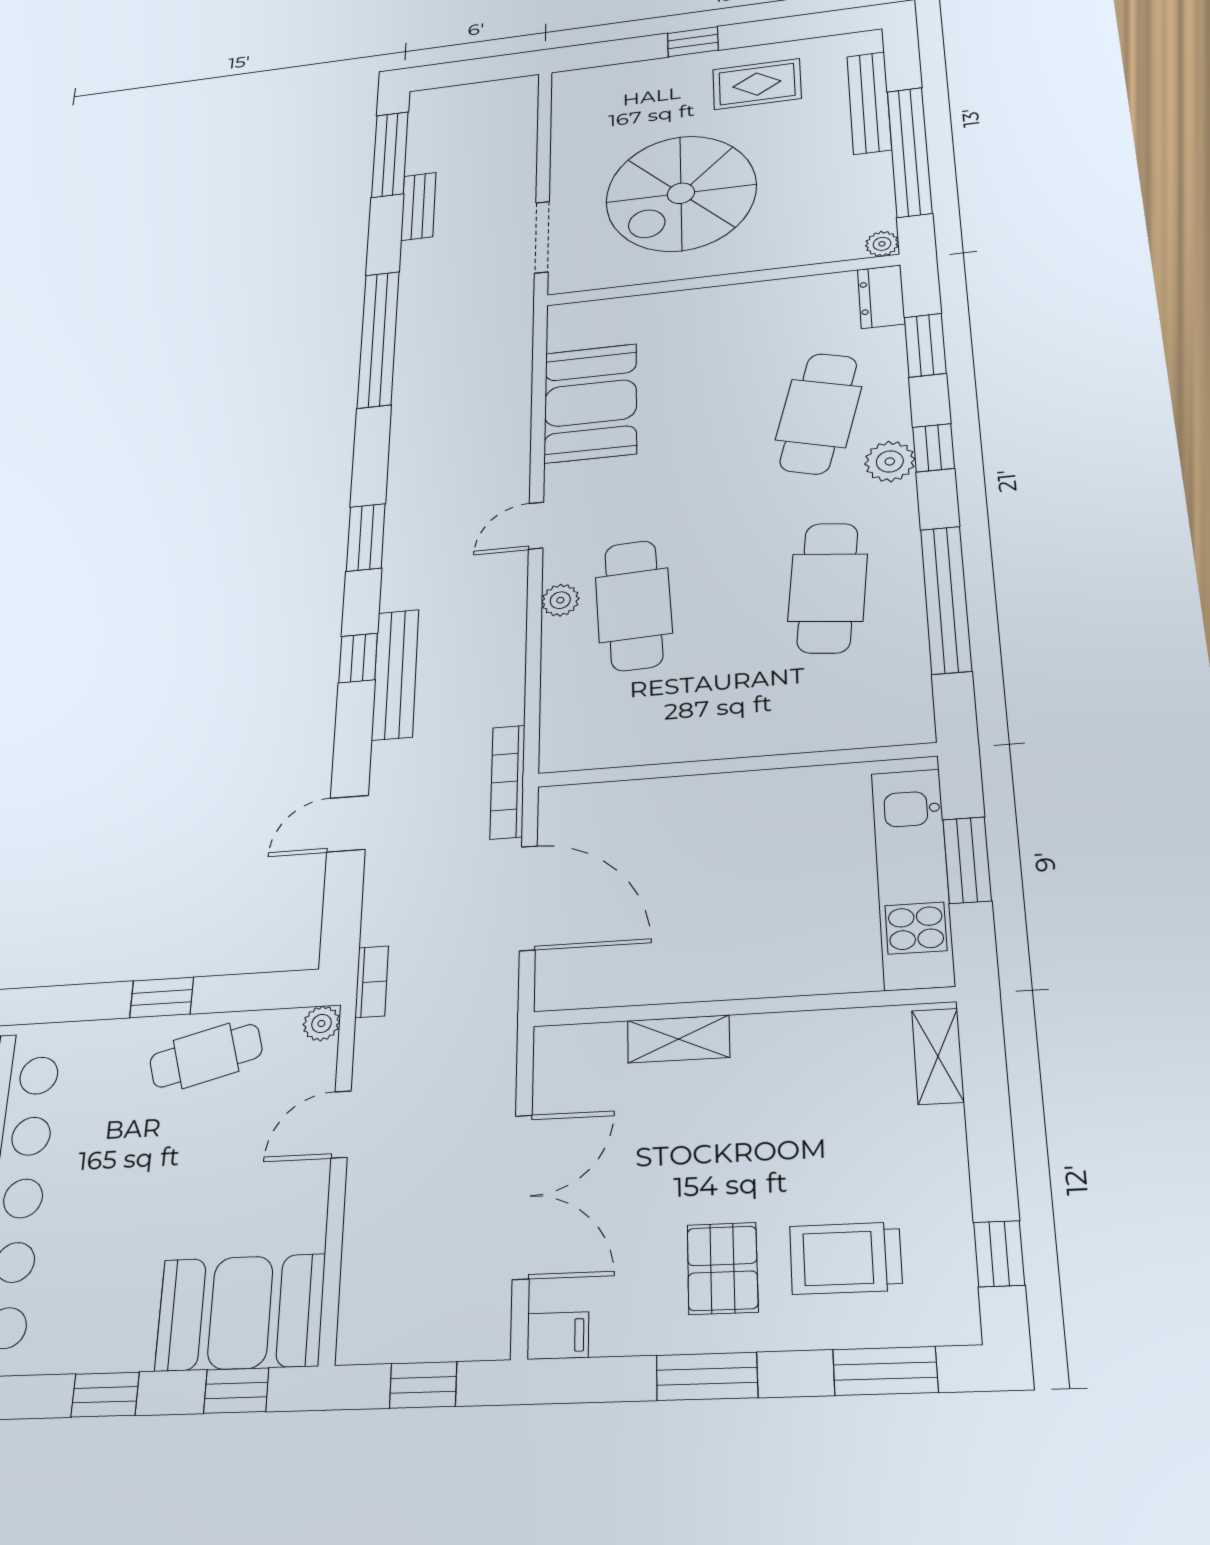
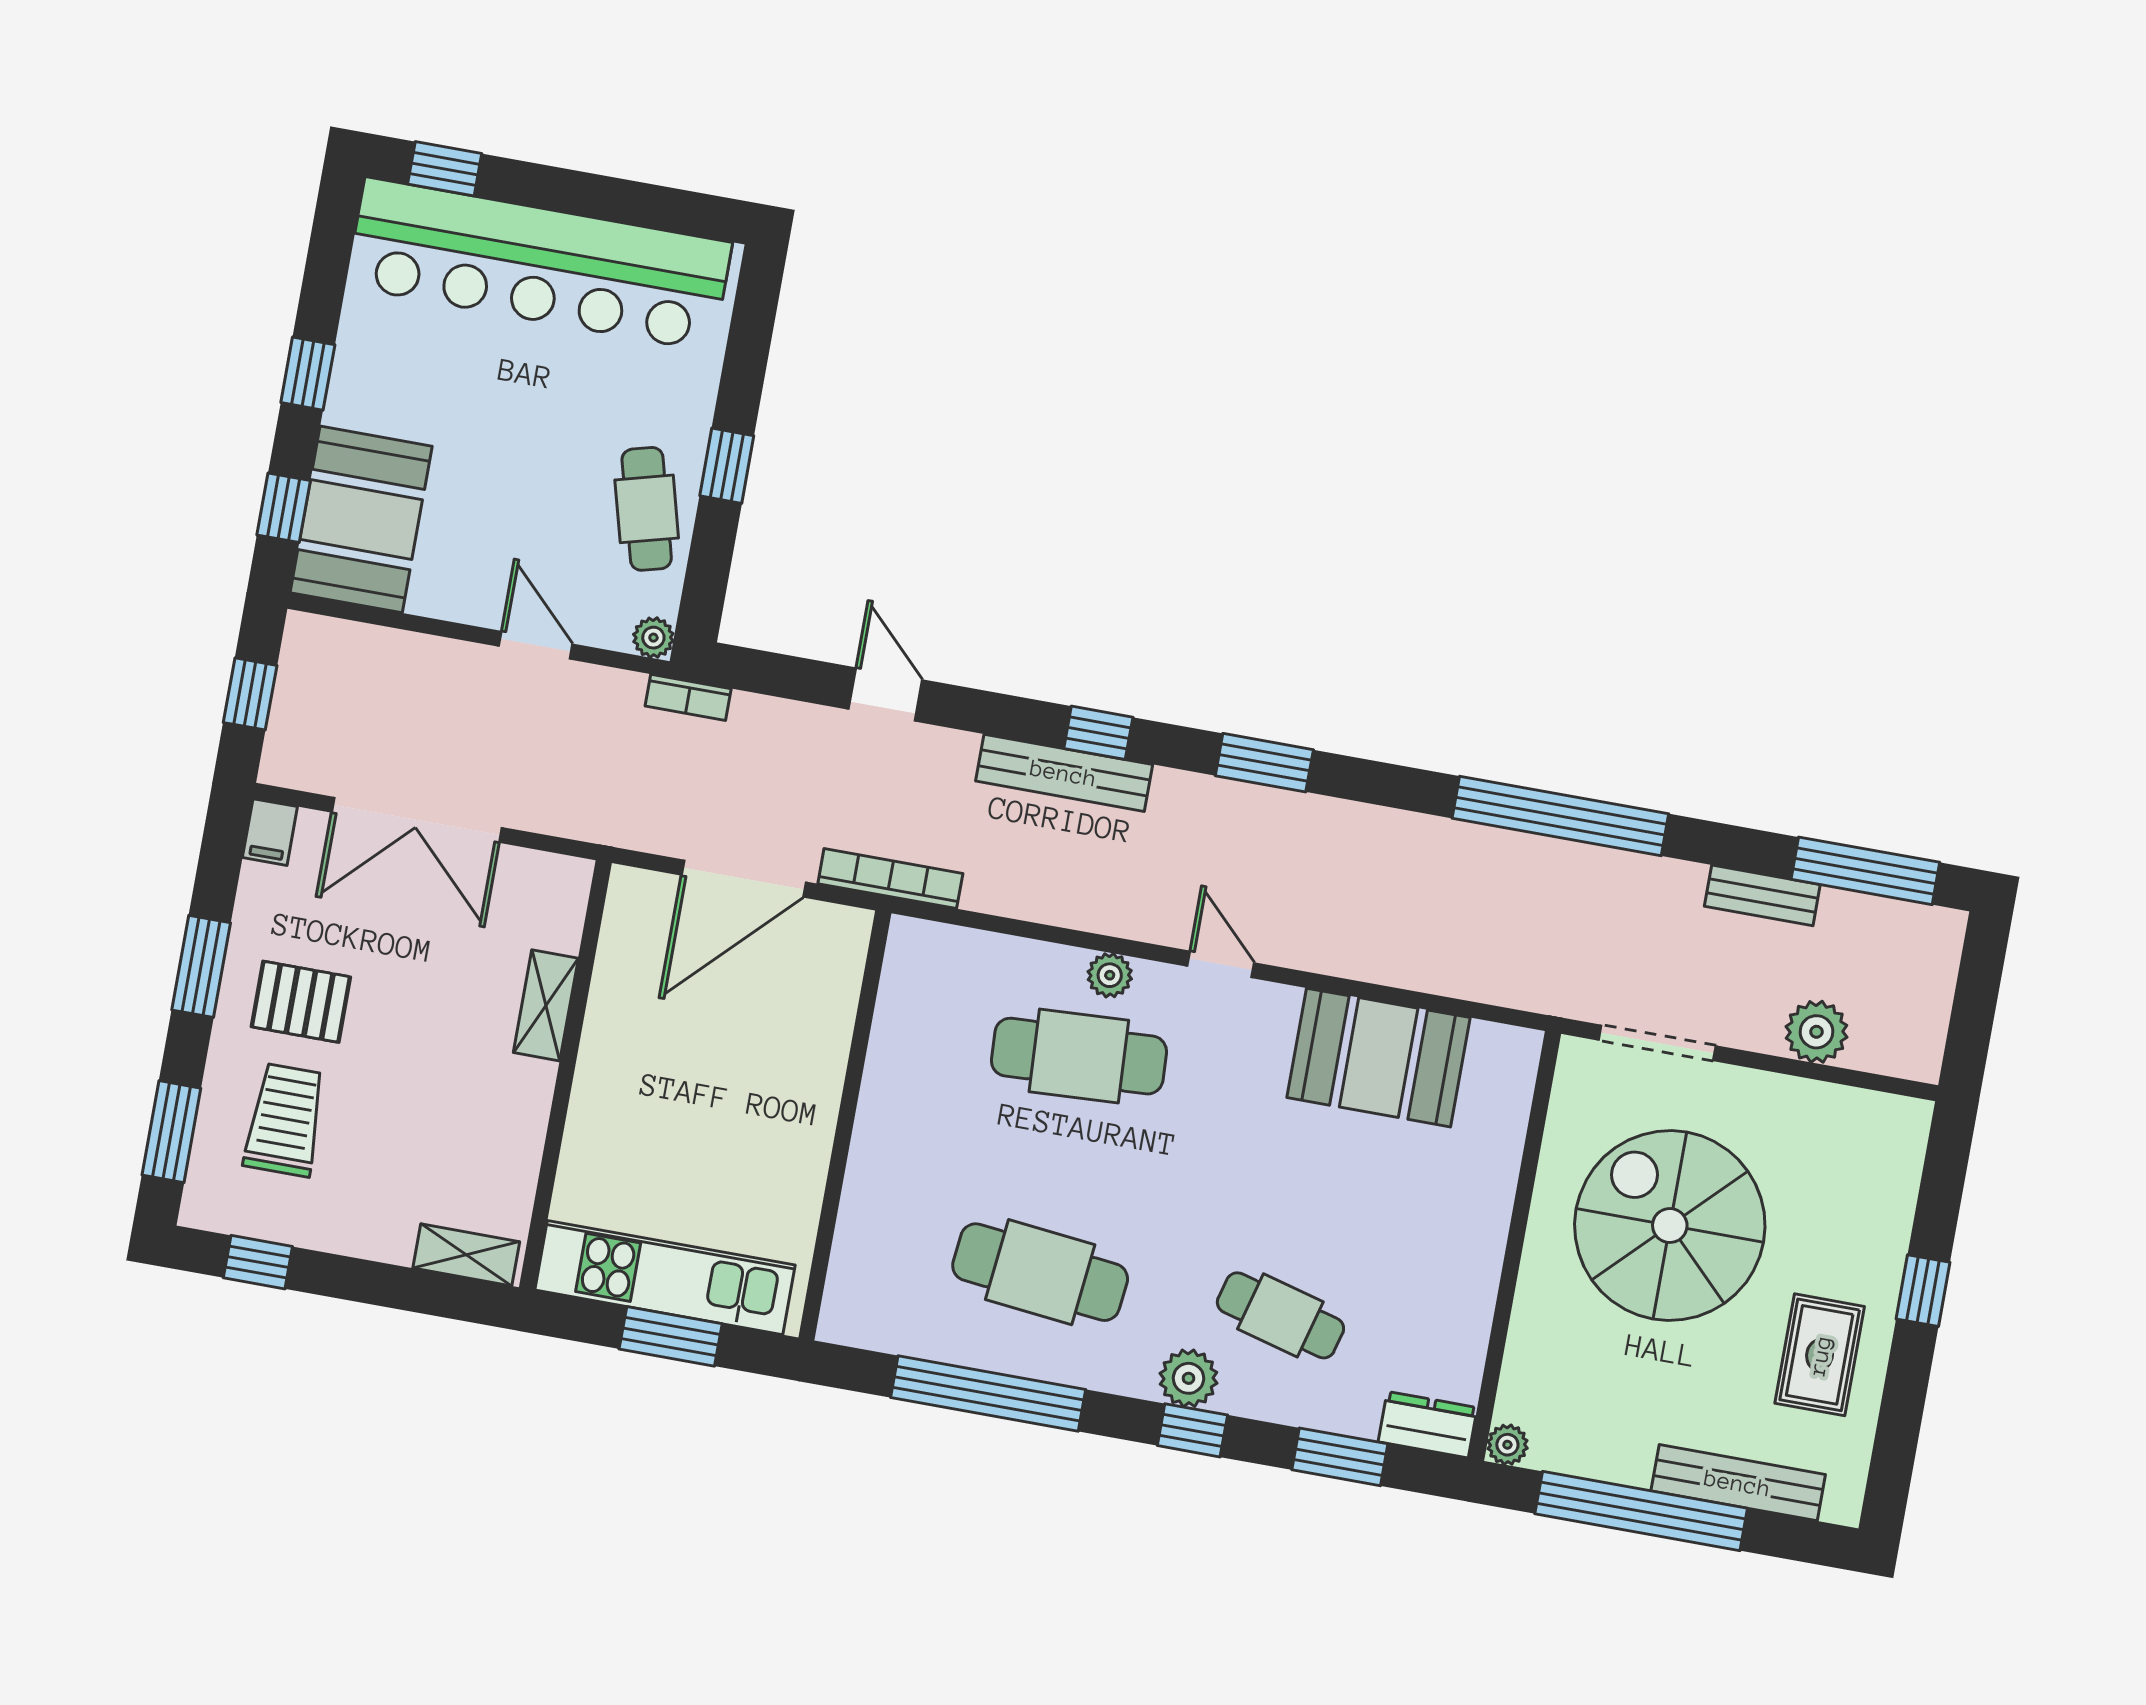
plant: (514, 150) -> (1816, 1032), added
cafe table: (819, 413) -> (1280, 1315), width x0.73, depth x0.74

